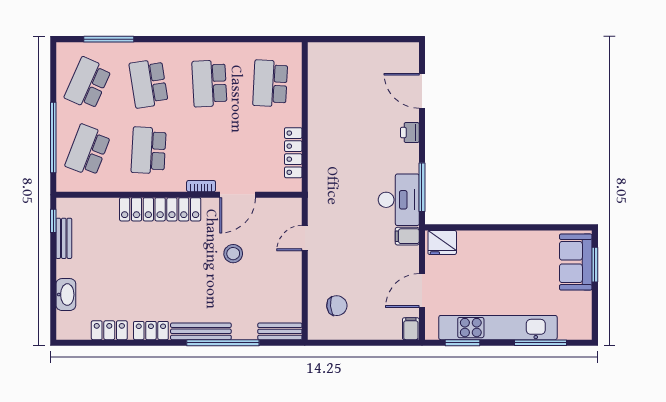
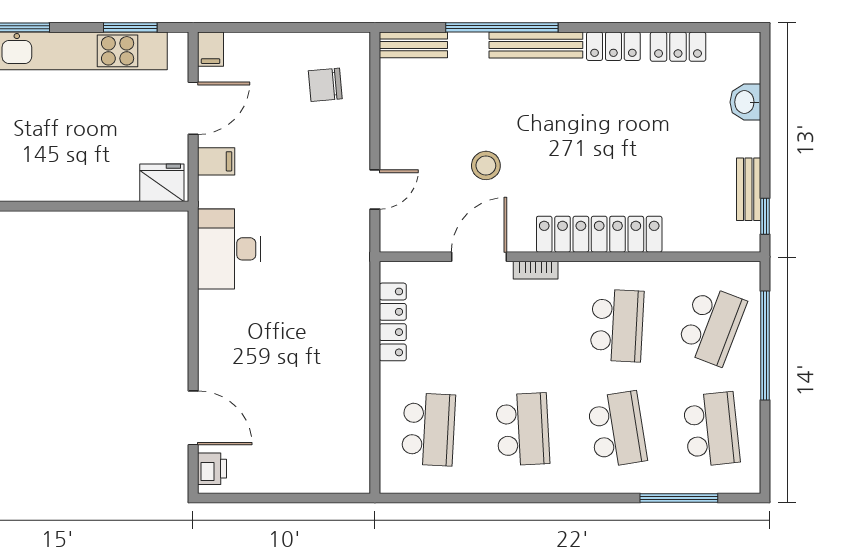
school desk: (88, 83) -> (711, 429), turned -30
printer: (410, 133) -> (212, 469), moved
window: (422, 187) -> (193, 268), removed
filing cabinet: (407, 236) -> (216, 161), moved
washbasin: (66, 295) -> (745, 102), width x0.72

